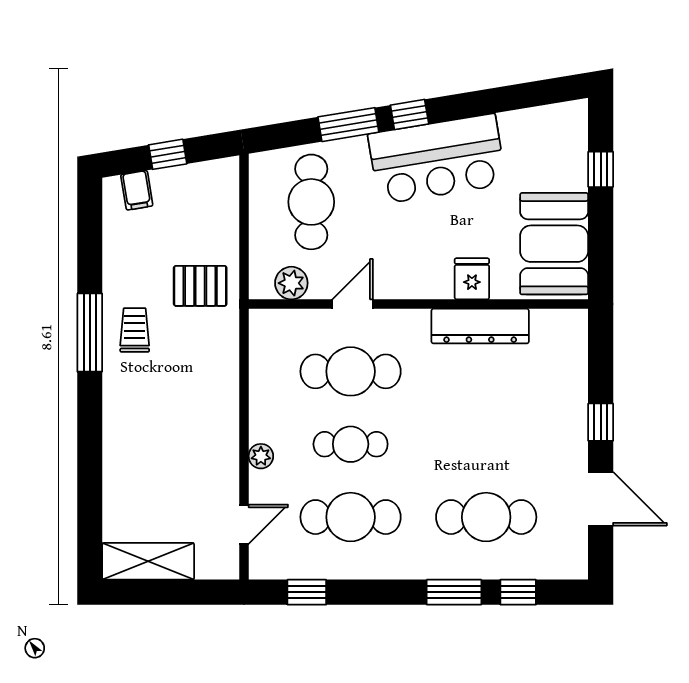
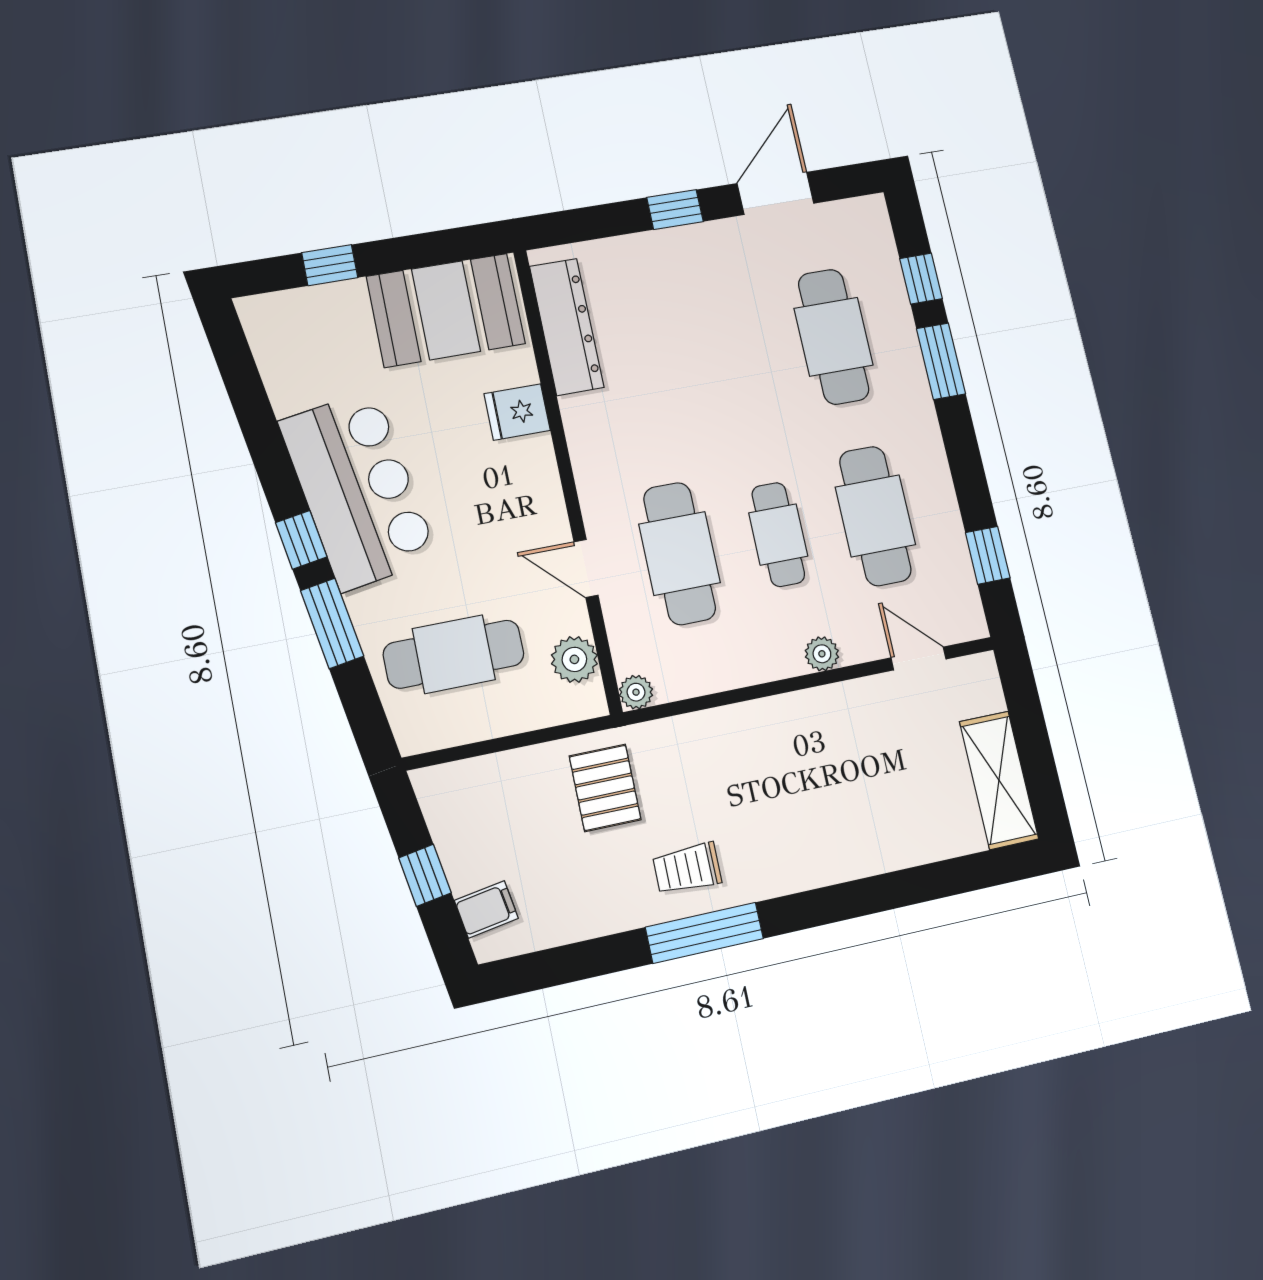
plant: (260, 321) -> (636, 692), added
dresser: (480, 326) -> (567, 327), moved

